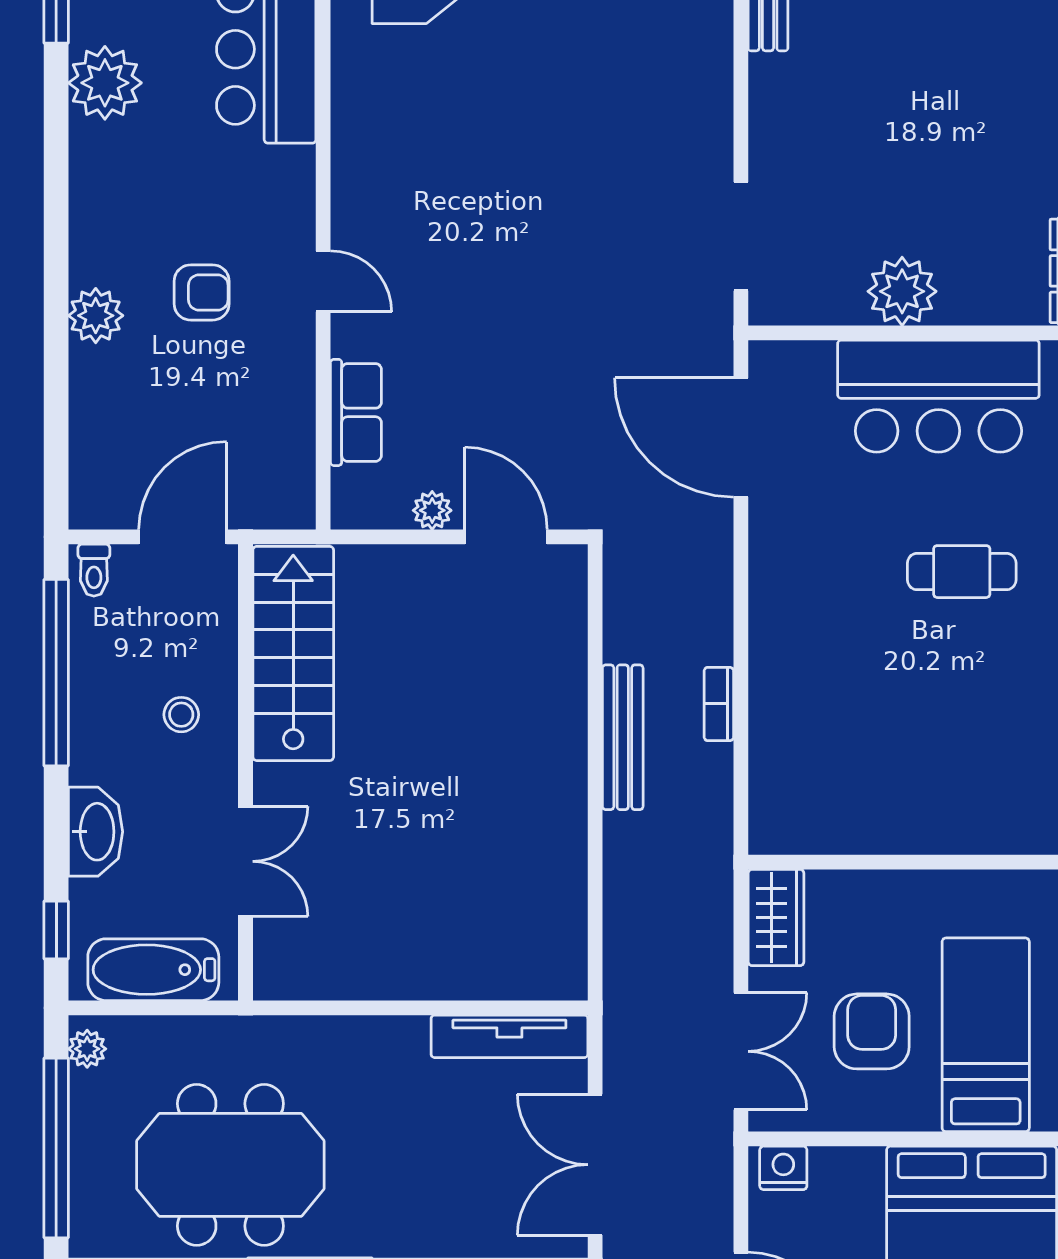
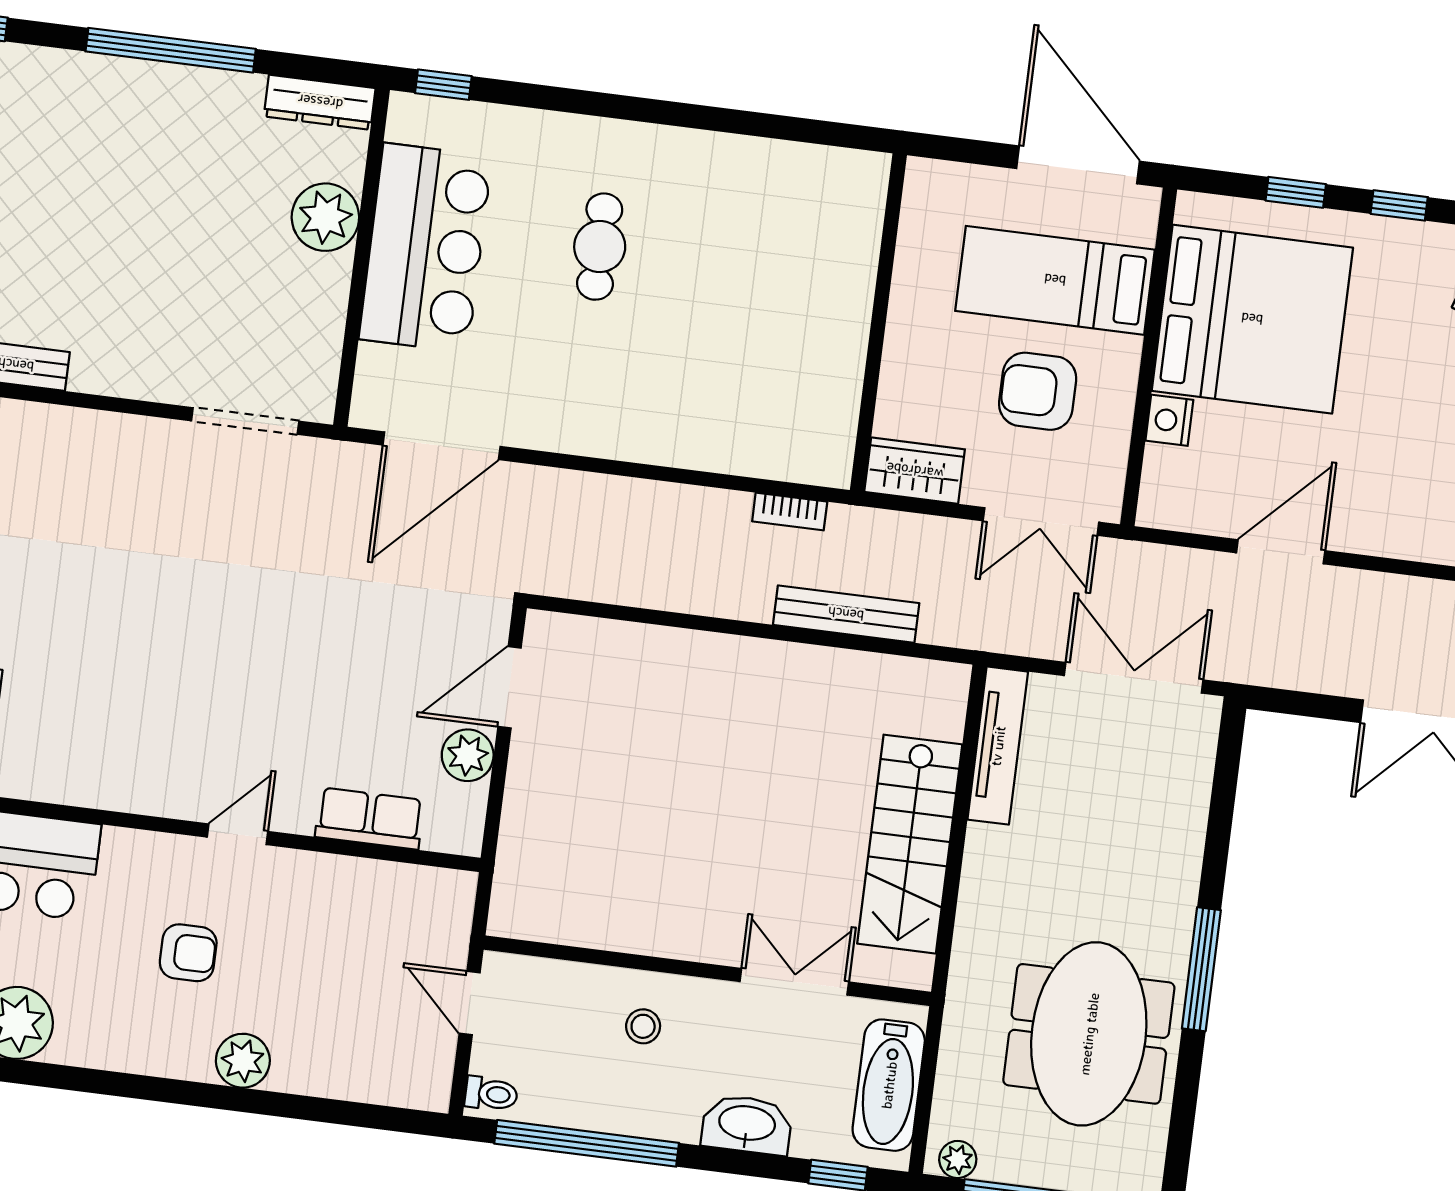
plant: (902, 291) -> (325, 217), moved
armchair: (202, 292) -> (188, 953), moved, turned 90
plant: (432, 510) -> (468, 755), width x1.38, depth x1.38
door: (183, 537) -> (470, 1003), width x0.73
stairs: (293, 653) -> (910, 844), moved, turned -90
bookcase: (719, 704) -> (790, 512), moved
bench: (623, 737) -> (846, 614), moved
double door: (741, 1051) -> (1041, 521), swing flipped
double door: (595, 1165) -> (1134, 678), swing flipped
nightstand: (783, 1168) -> (1169, 420), moved

